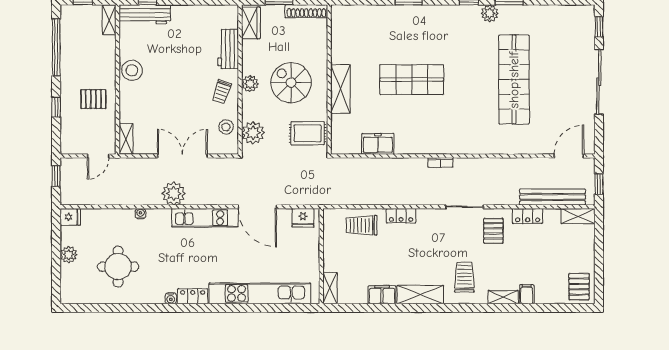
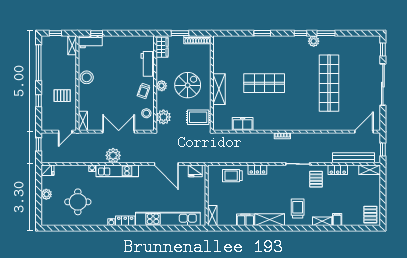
workbench: (145, 14) -> (90, 42), width x0.73
spiral stairs: (291, 83) -> (188, 85), turned 90
kitchen unit: (205, 218) -> (117, 171), moved

